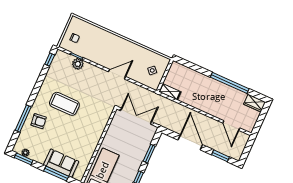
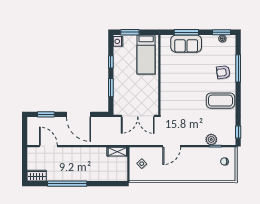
coffee table: (64, 104) -> (220, 101), moved

